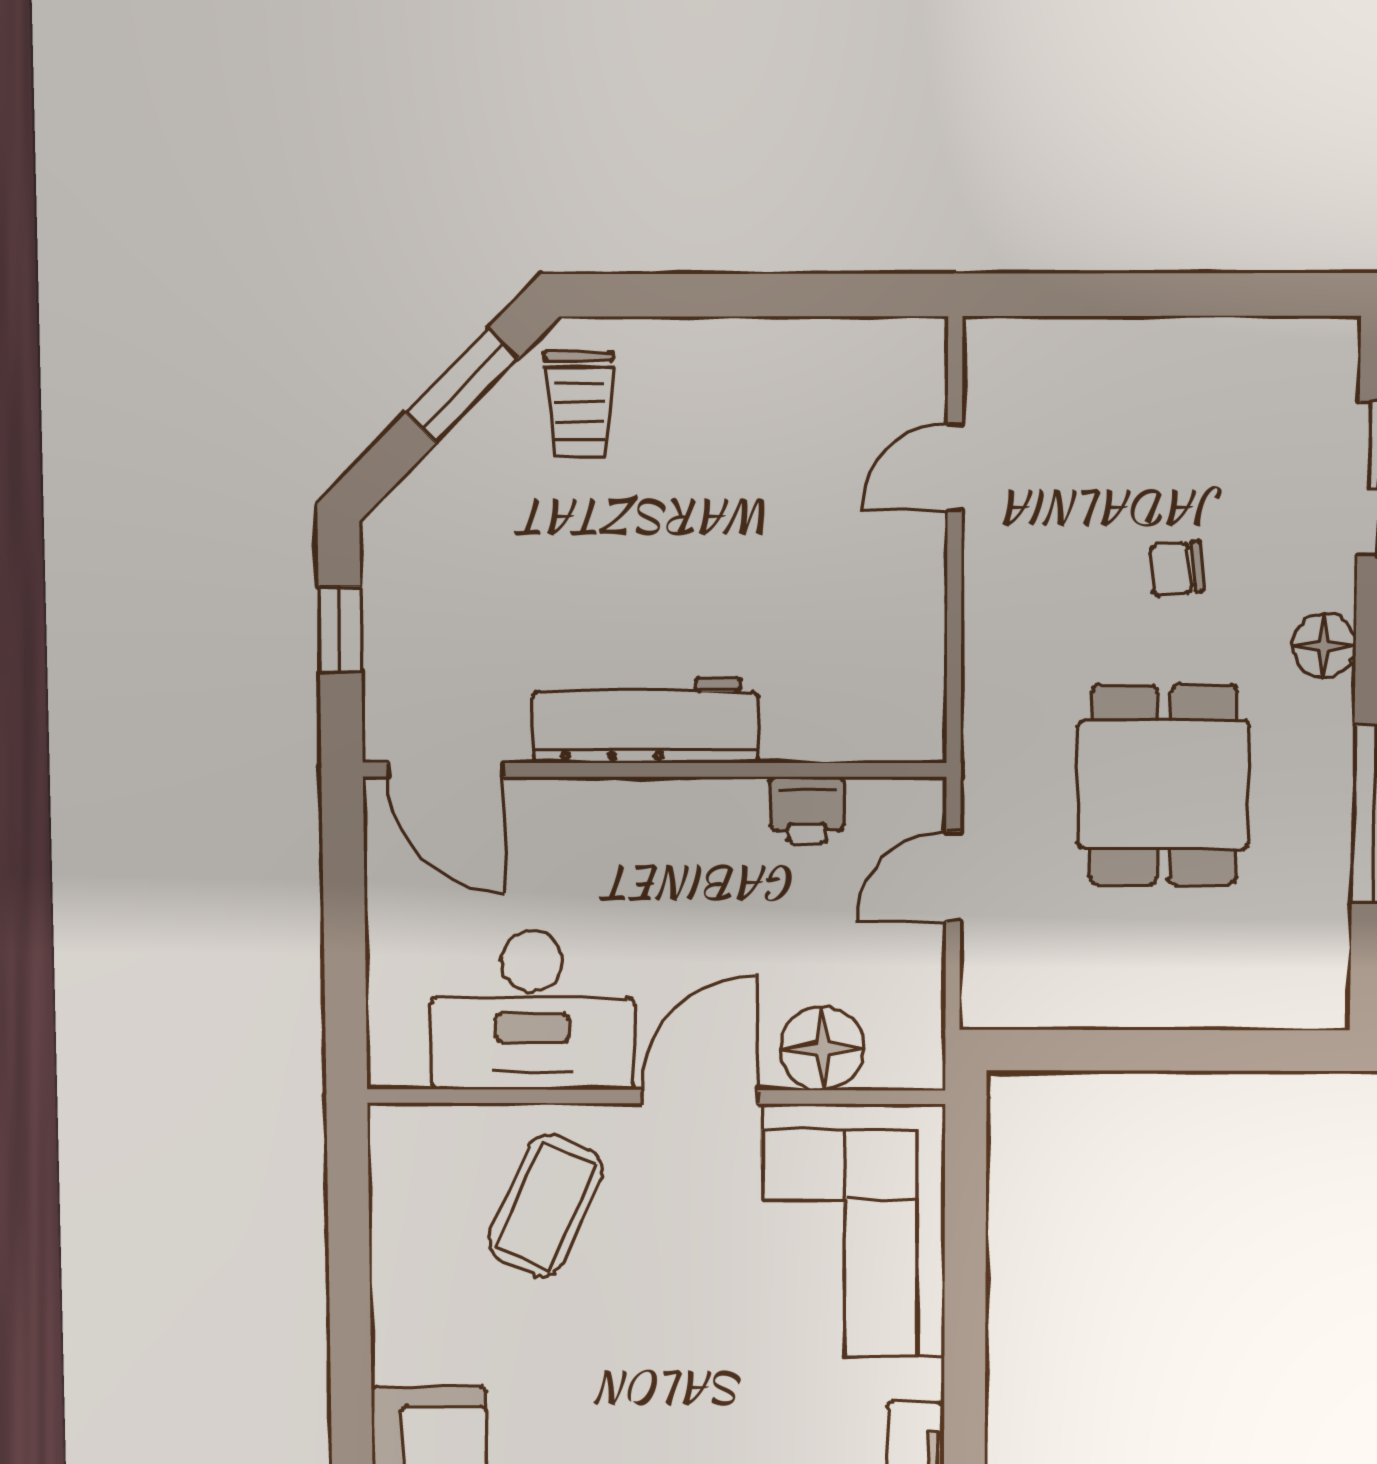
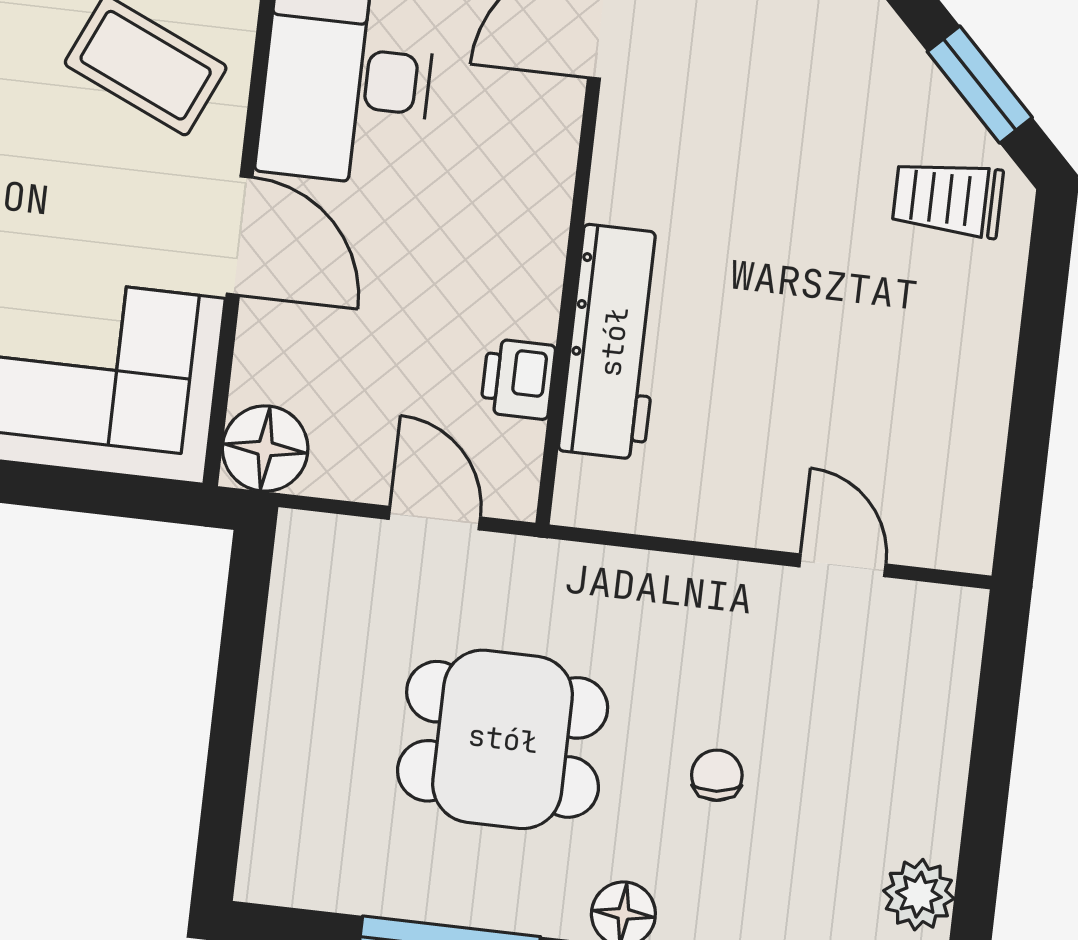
plant: (1275, 352) -> (919, 895), added
workbench: (646, 720) -> (614, 342), moved
floor lamp: (822, 1049) -> (265, 449), moved

